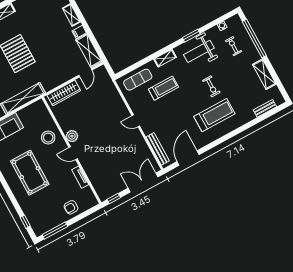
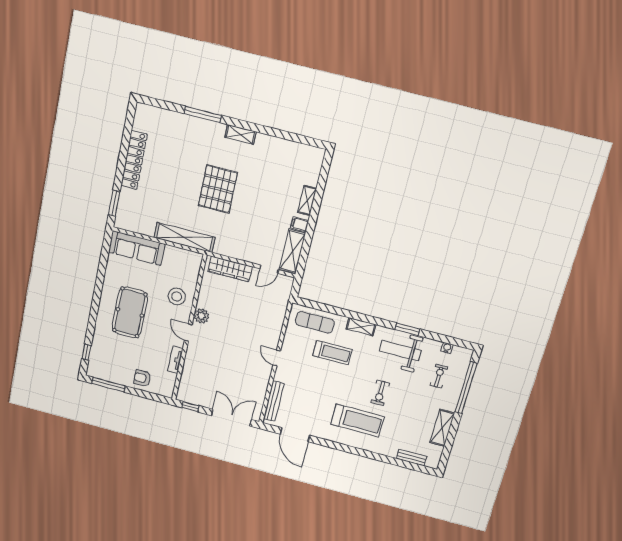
door: (188, 158) -> (295, 435), swing flipped

